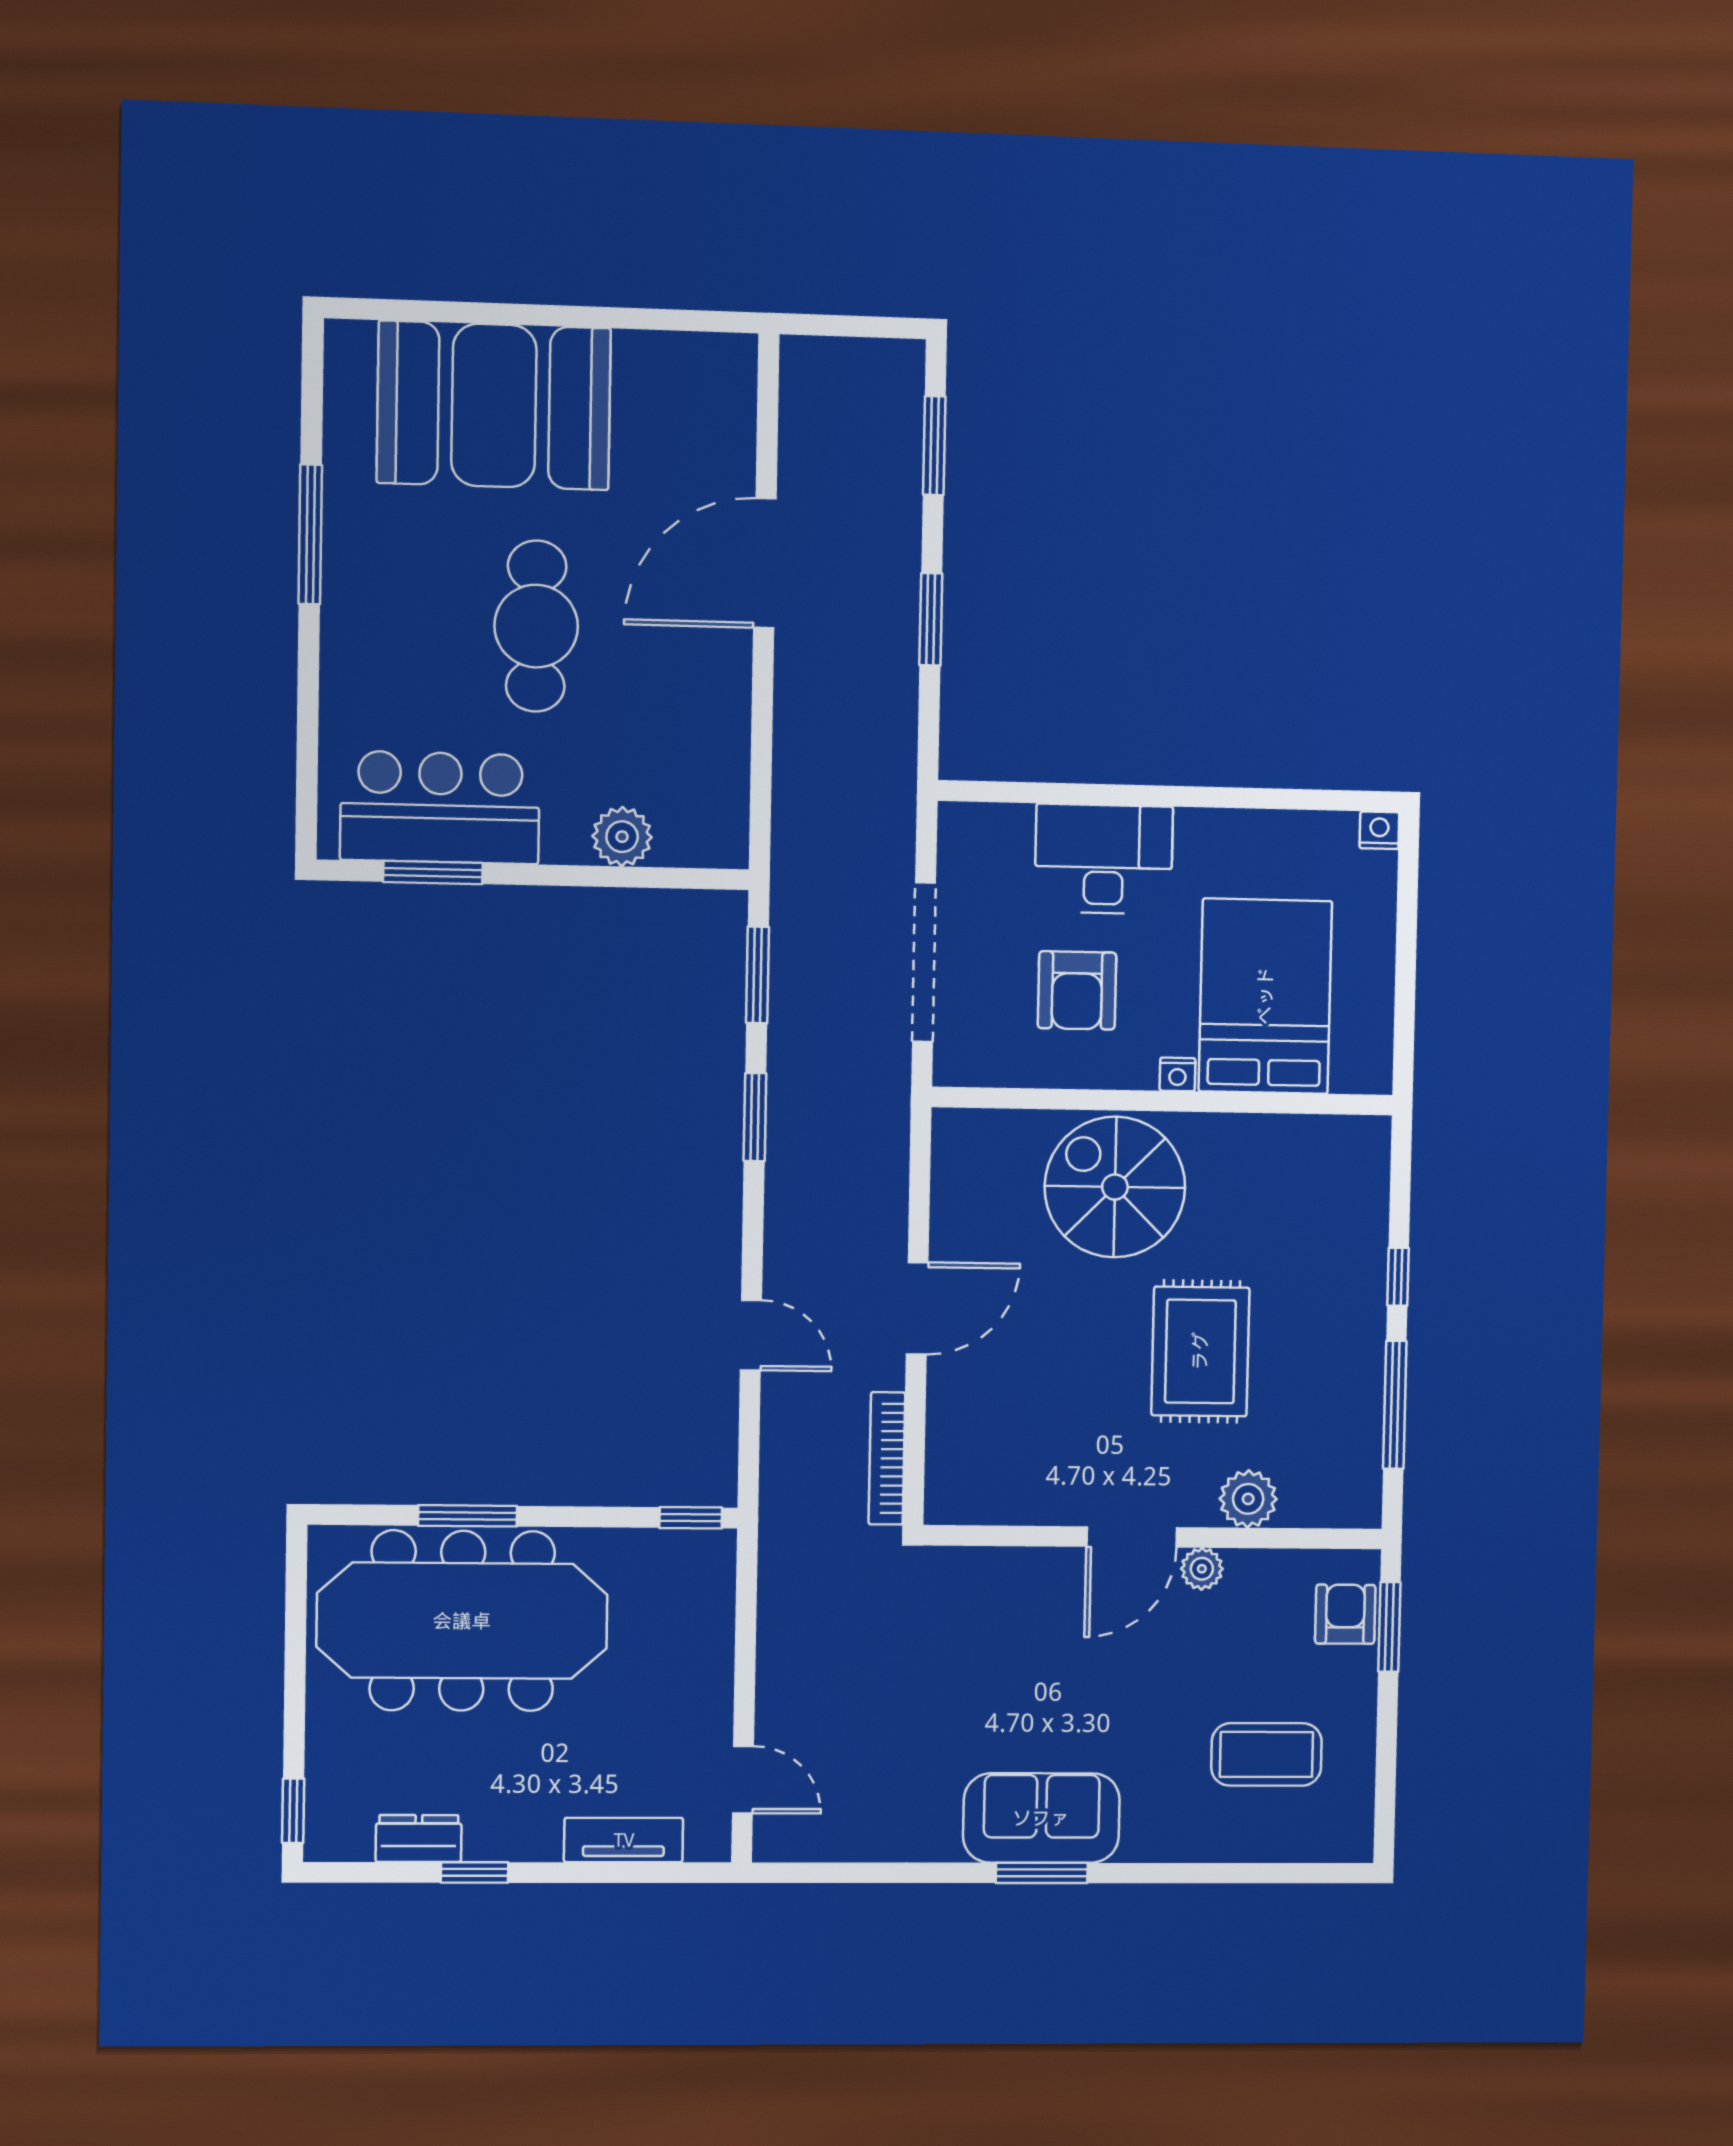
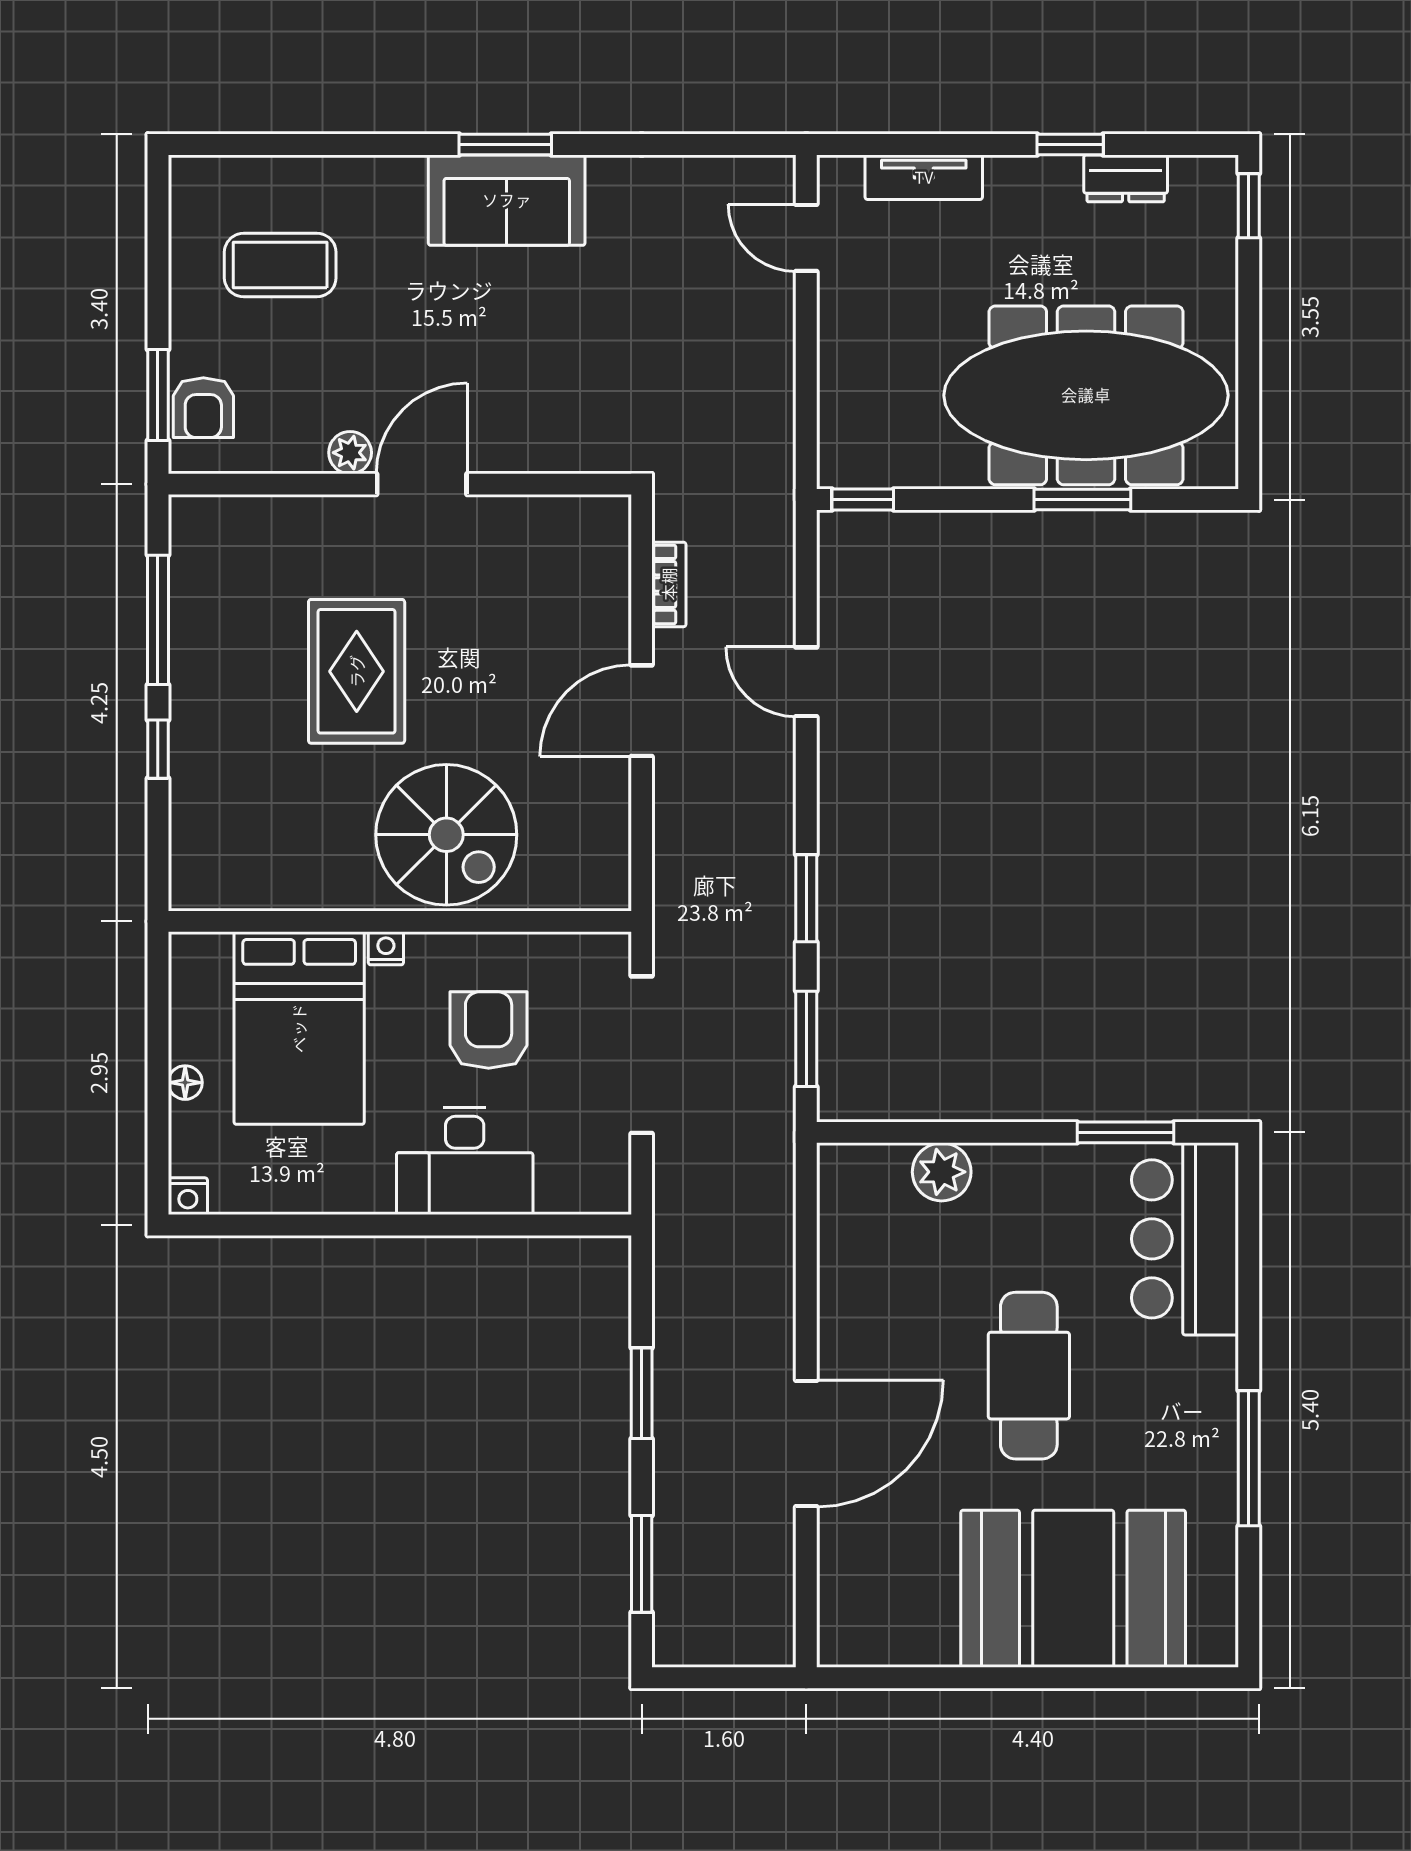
bar counter: (440, 807) -> (1185, 1239), moved, turned 90
floor lamp: (1379, 944) -> (185, 1083), added
bookcase: (887, 1458) -> (669, 584), width x0.64
plant: (1248, 1499) -> (305, 523), removed

